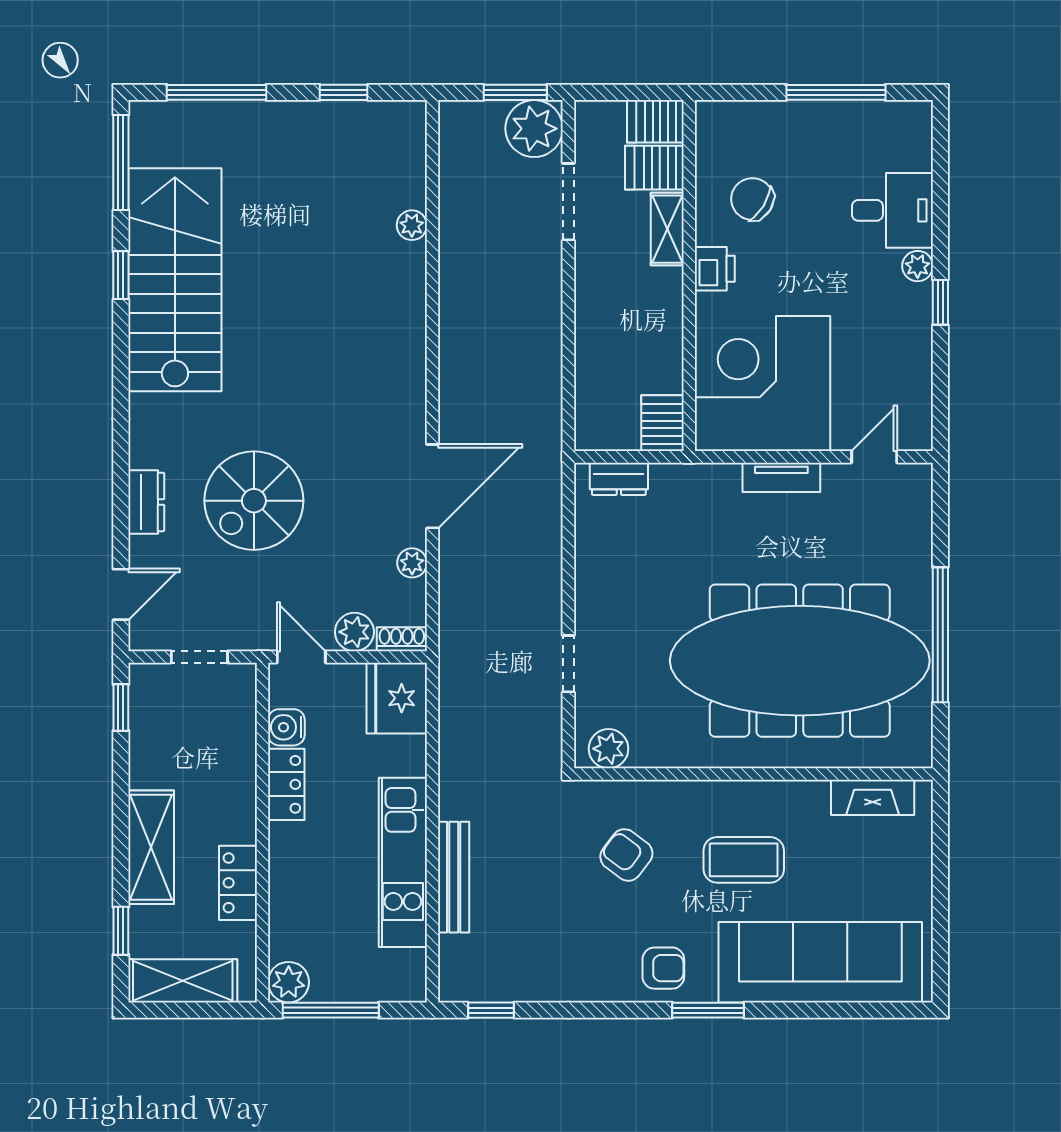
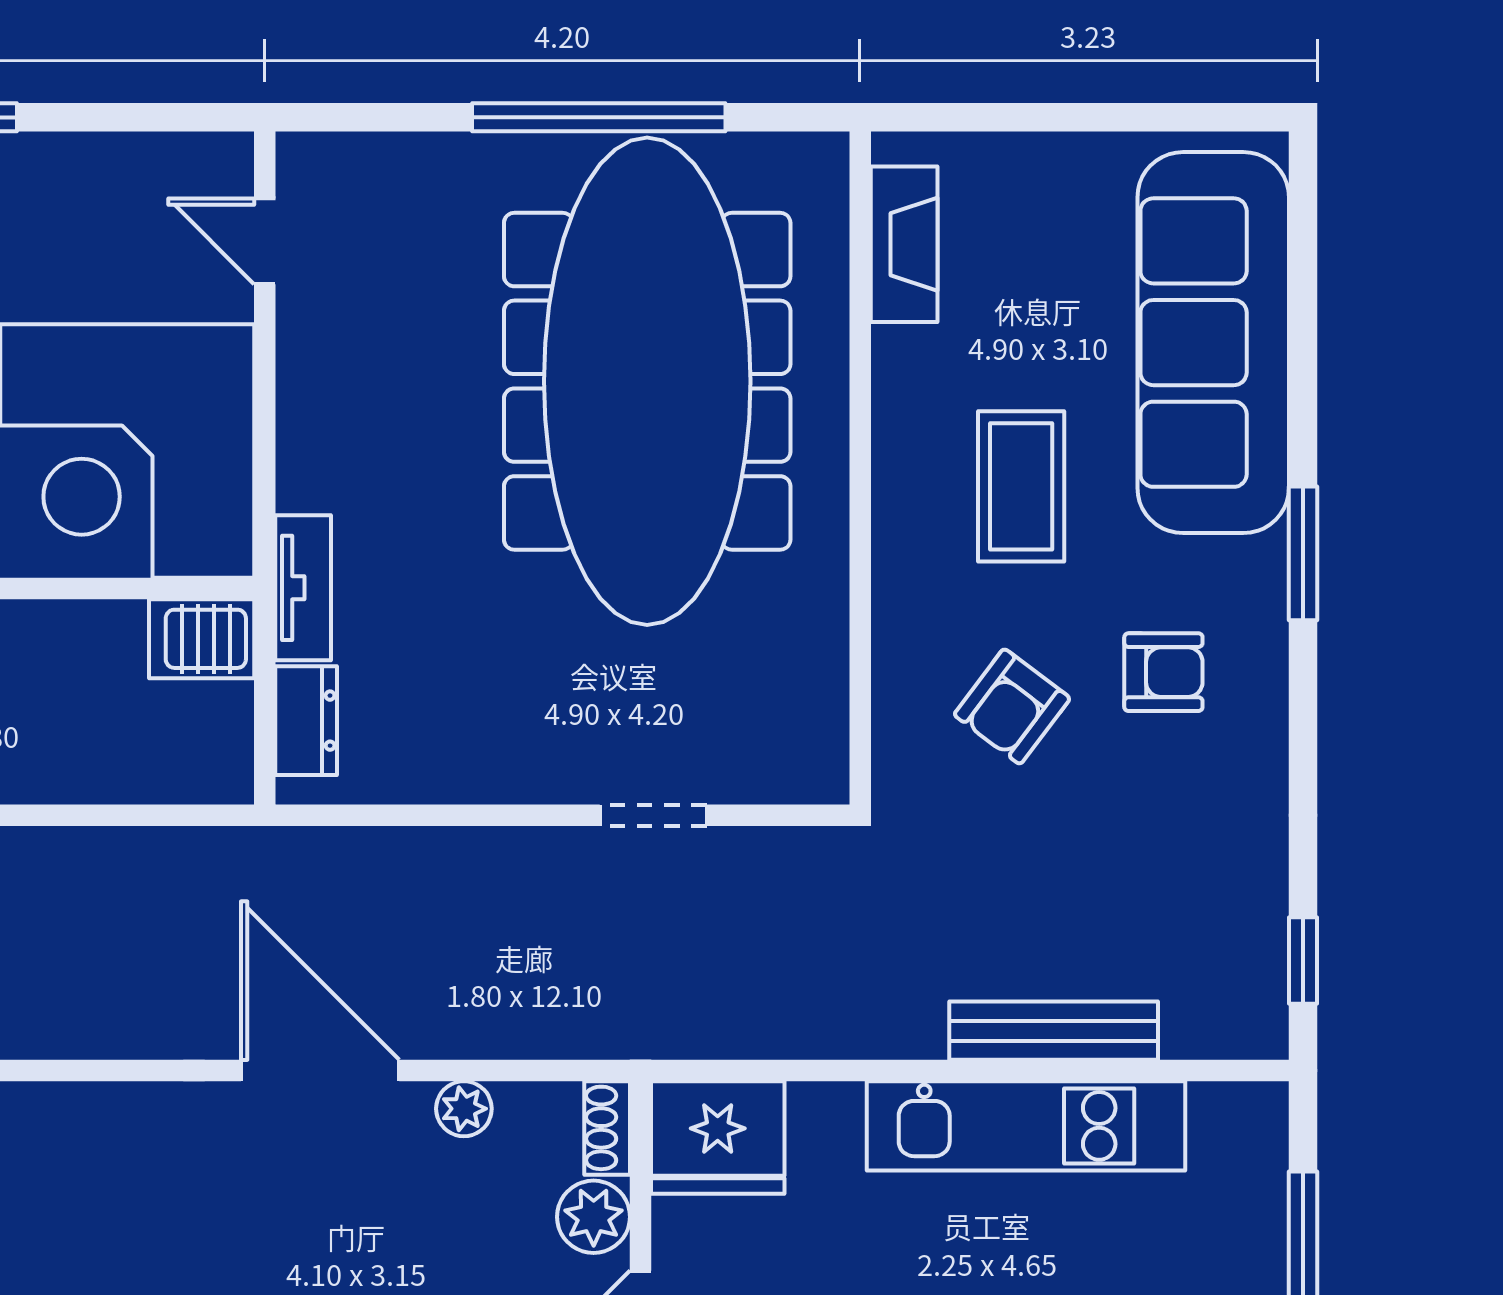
tv unit: (781, 477) -> (303, 588), moved
plant: (609, 749) -> (813, 740), removed
armchair: (663, 968) -> (1163, 672), moved, turned 90

